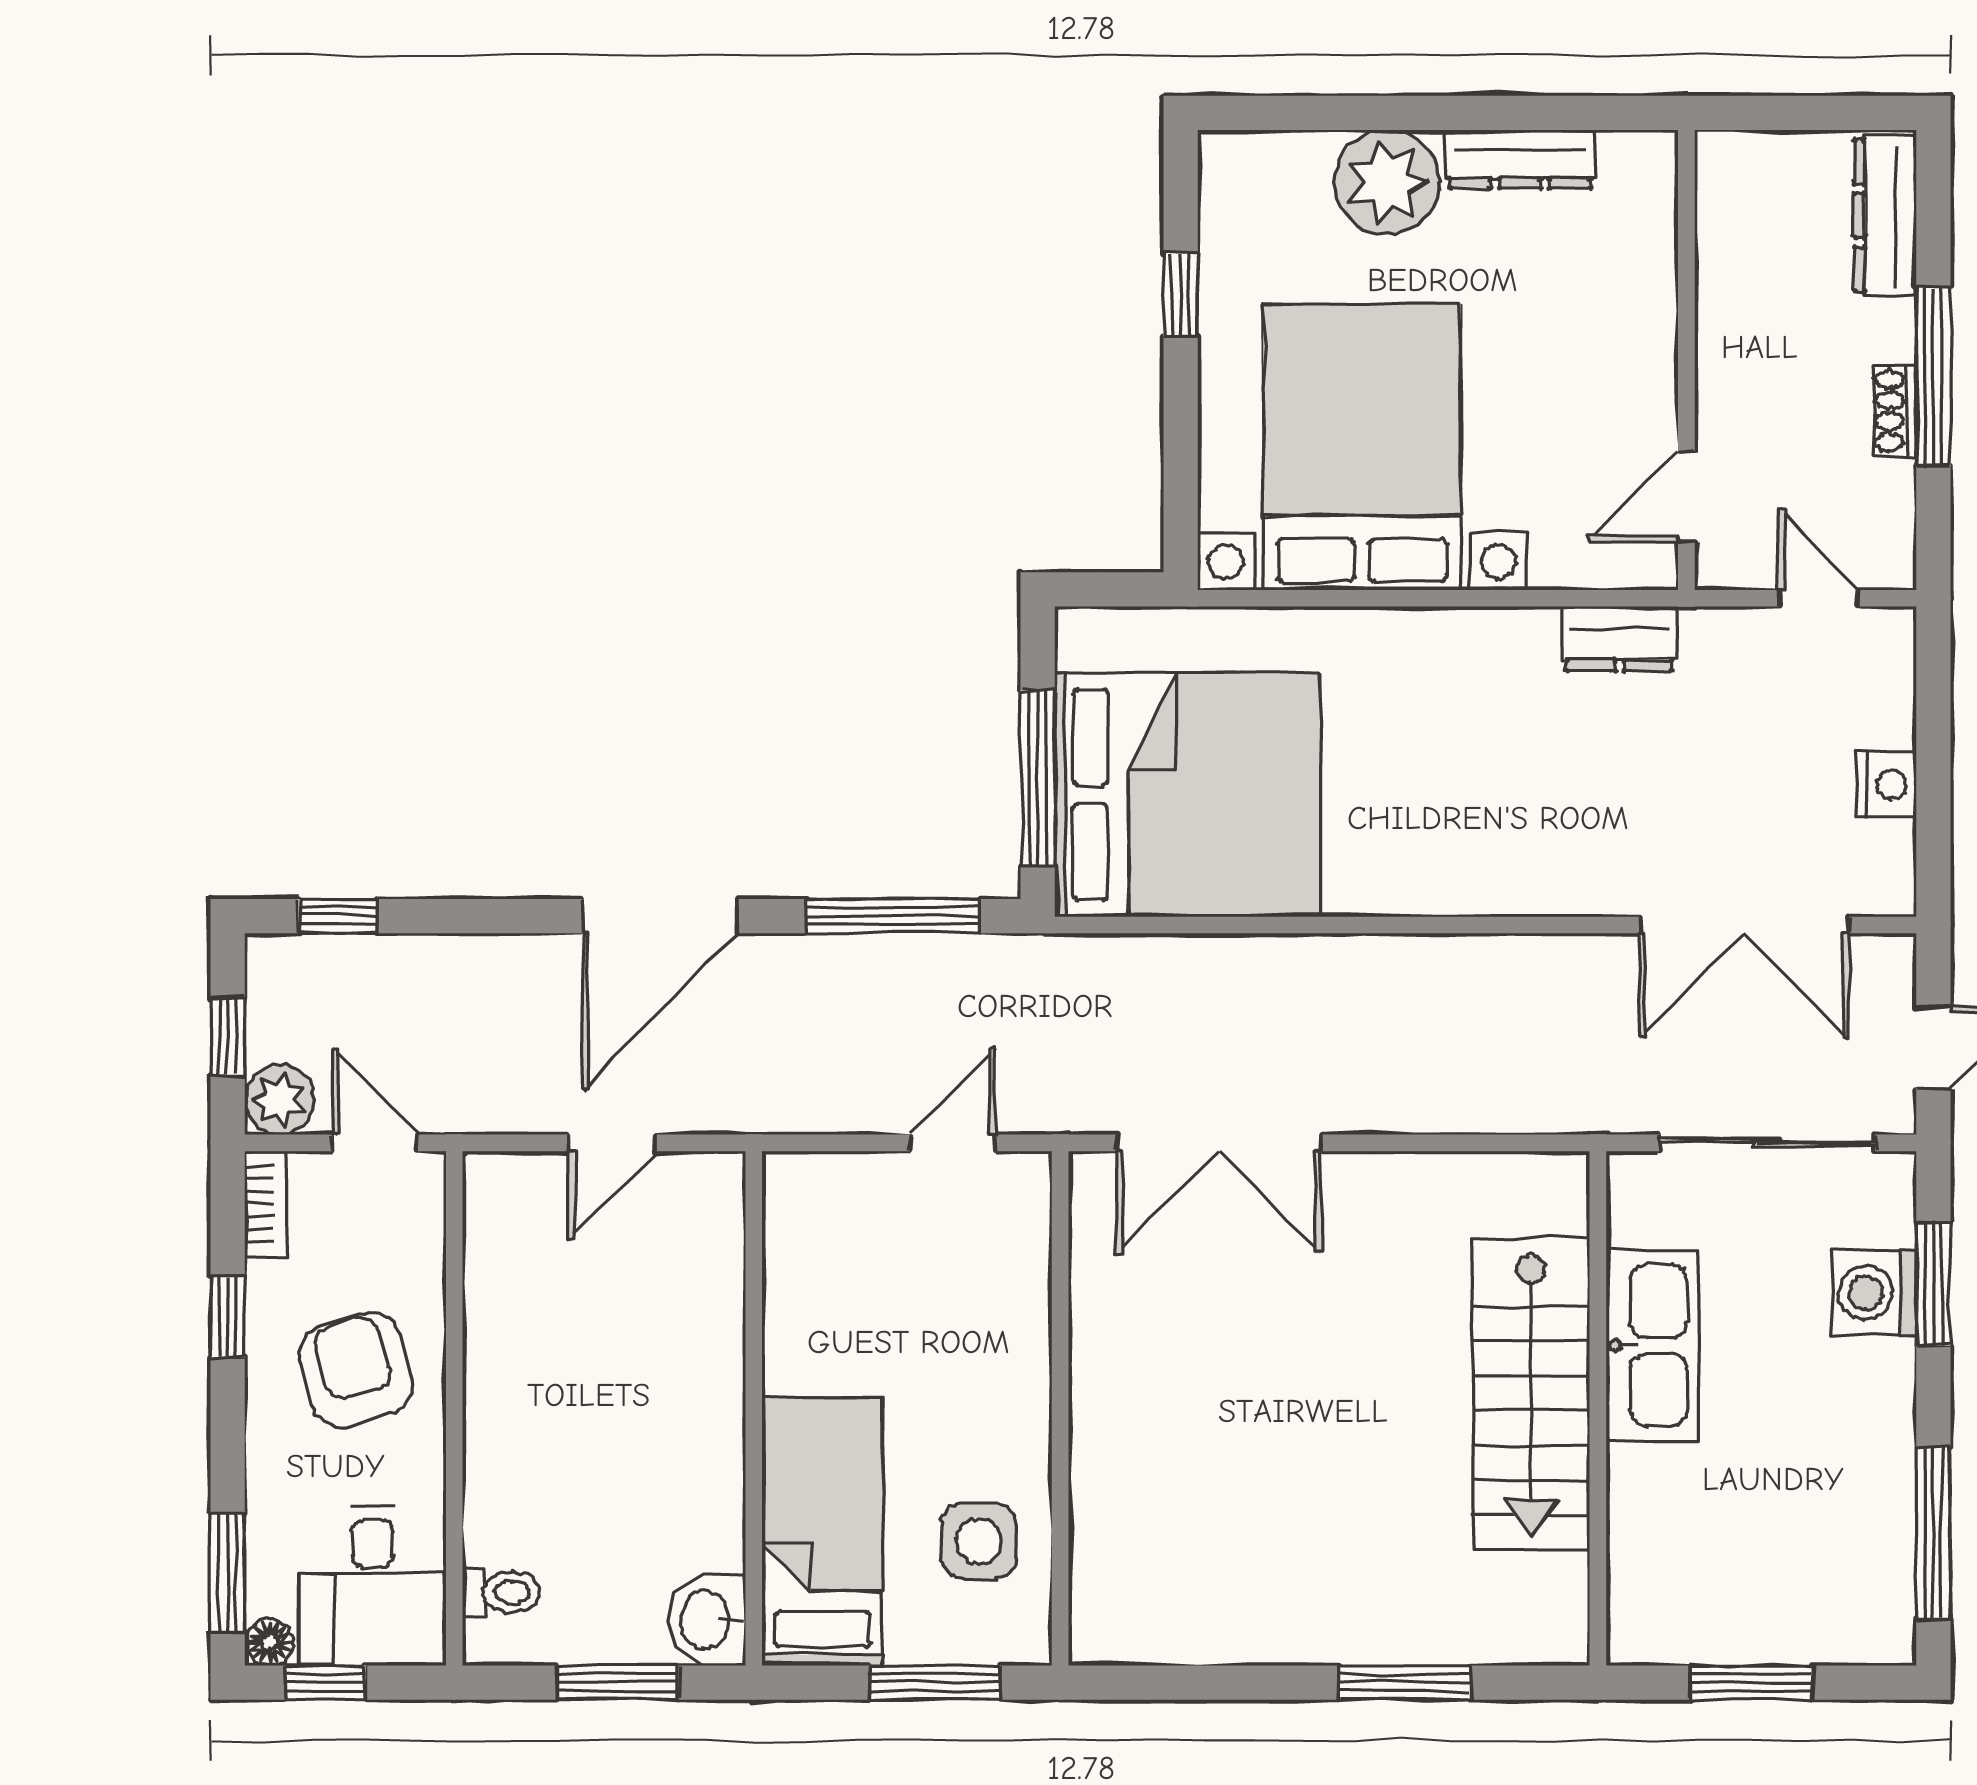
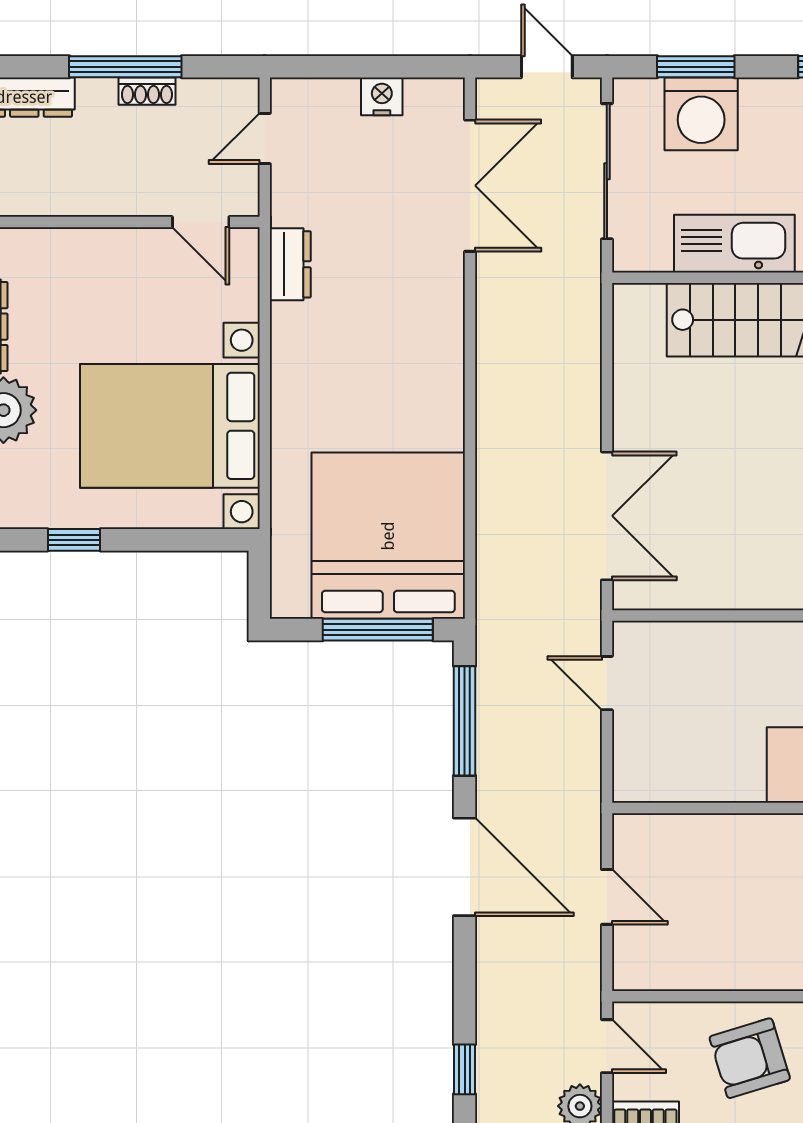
door: (375, 1143) -> (607, 1046), swing flipped
washing machine: (1874, 1293) -> (701, 114), width x1.37, depth x1.37

